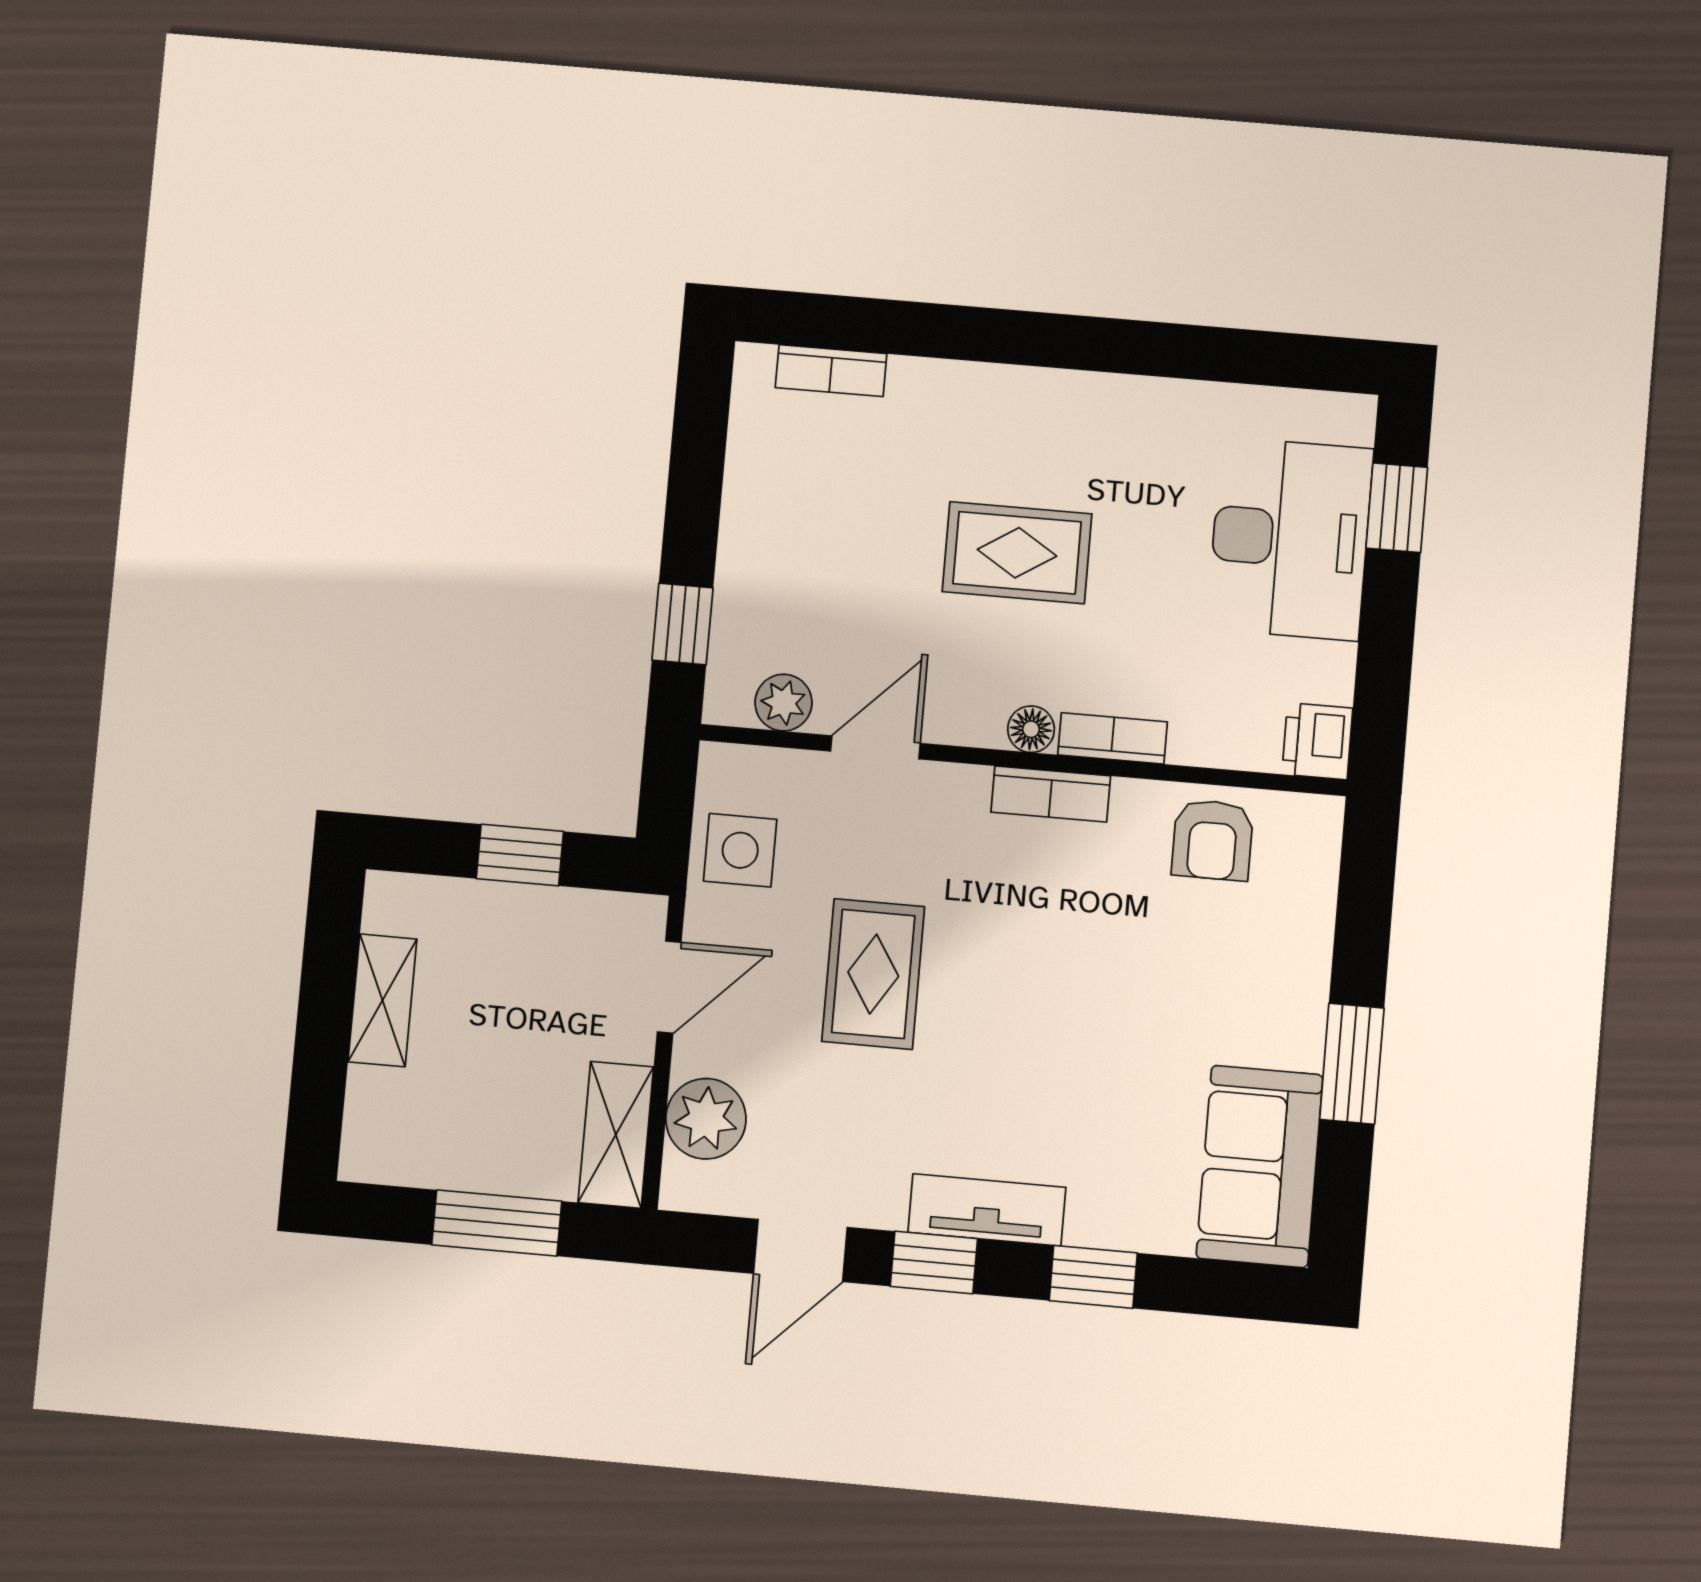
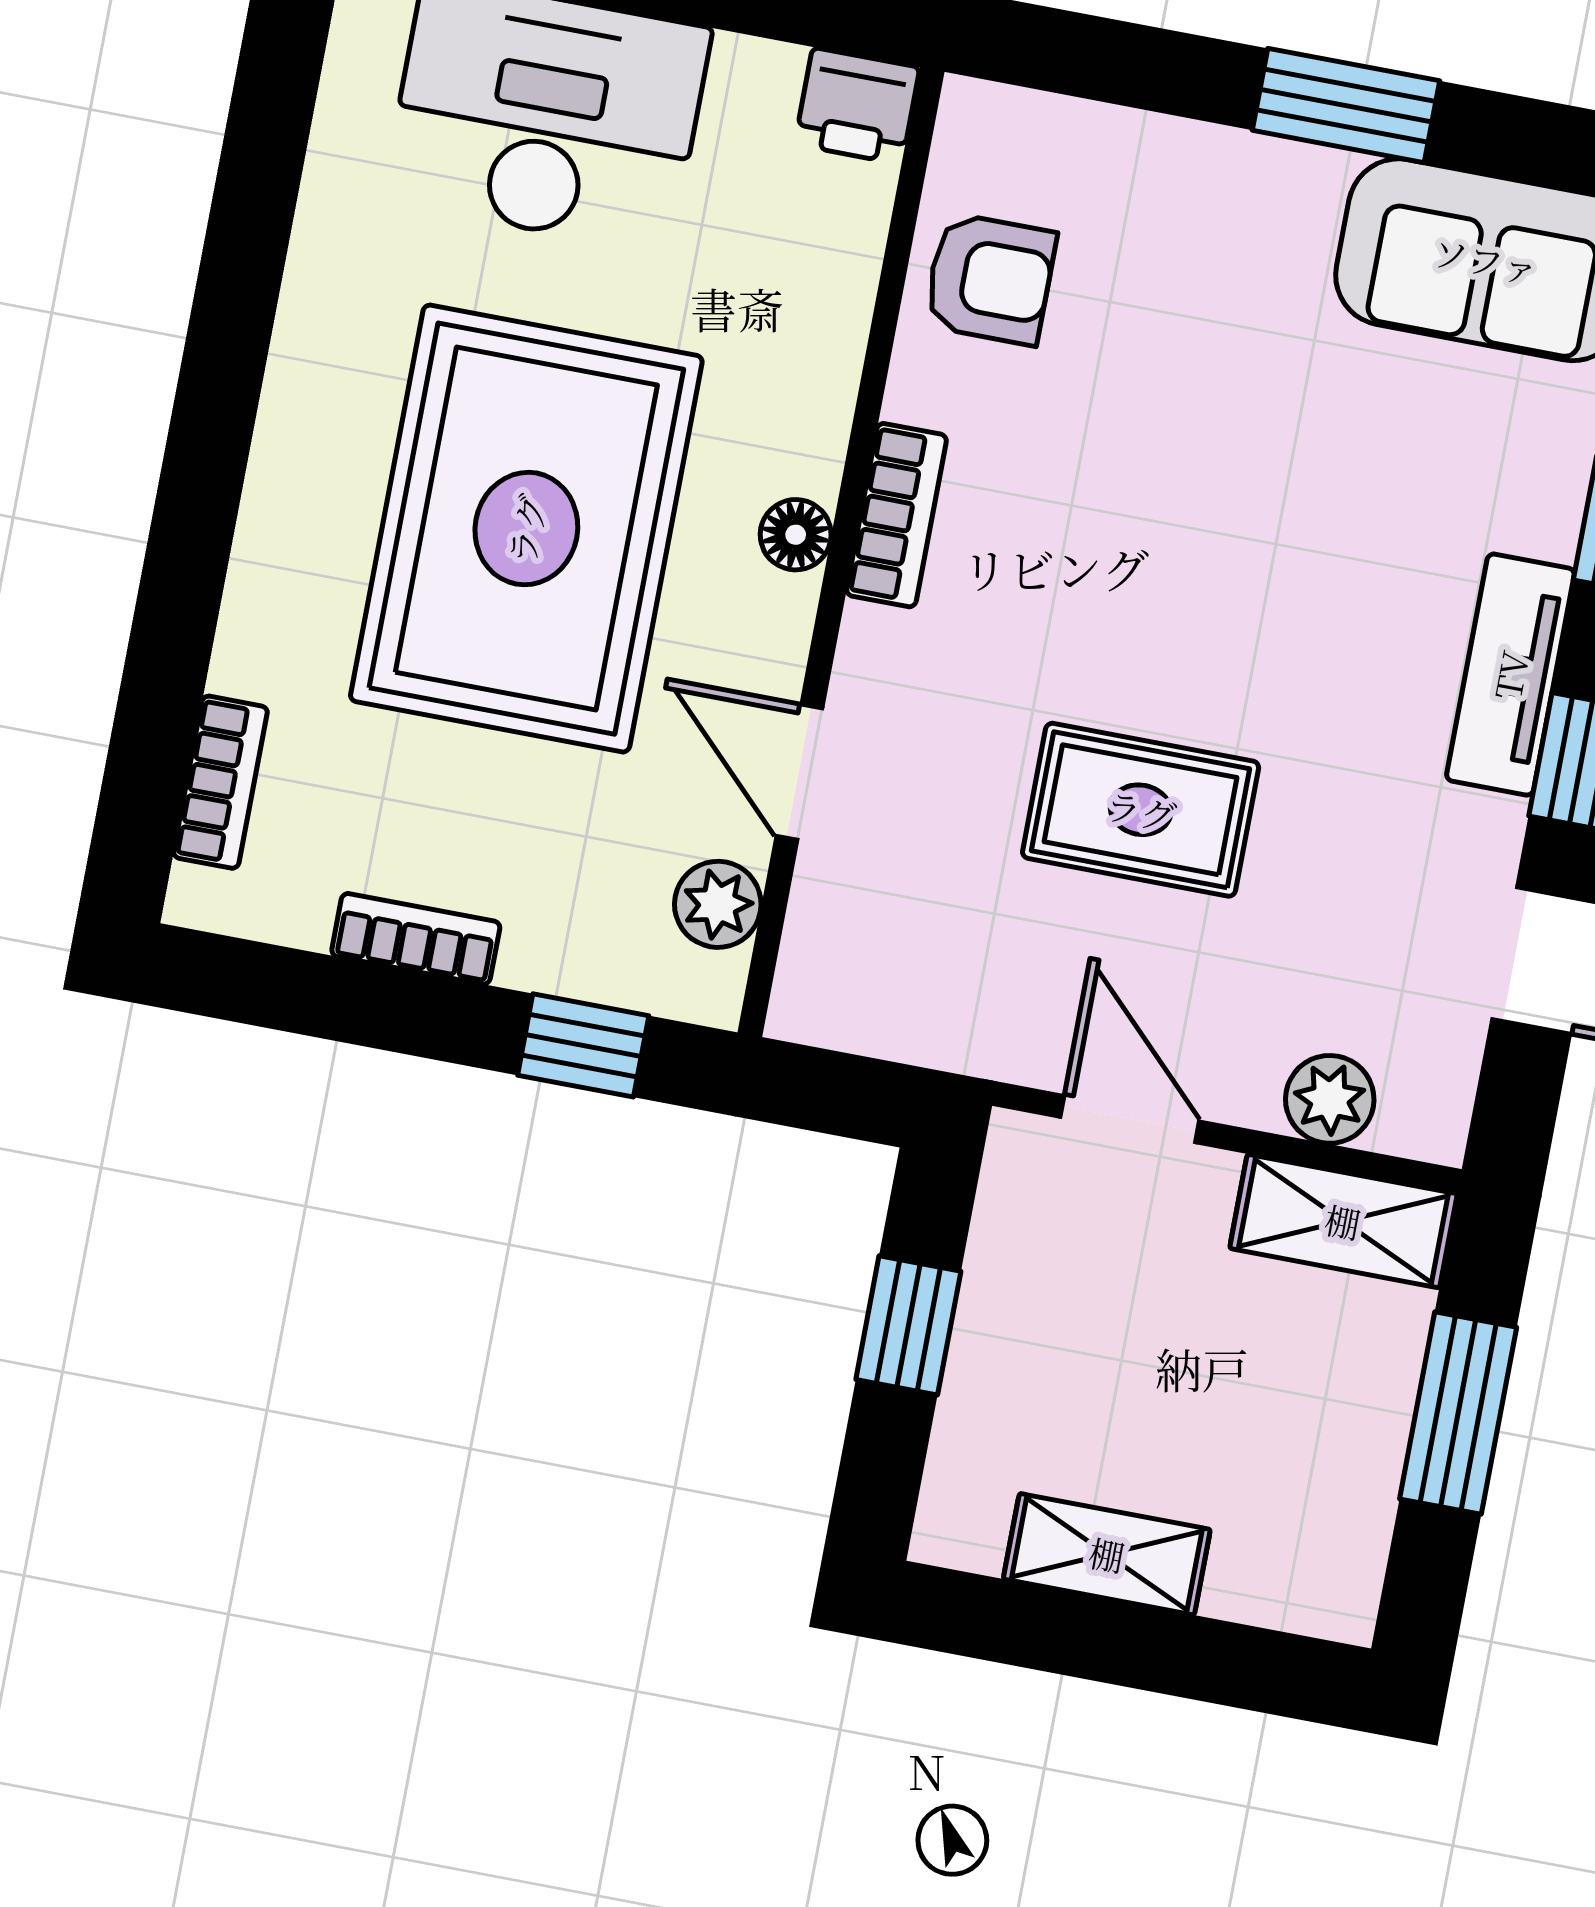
rug: (1017, 553) -> (526, 529), width x1.86, depth x2.06
bookcase: (1113, 738) -> (416, 939), moved, turned 90
side table: (740, 850) -> (934, 992), removed
plant: (706, 1119) -> (1330, 1099), width x0.73, depth x0.73

